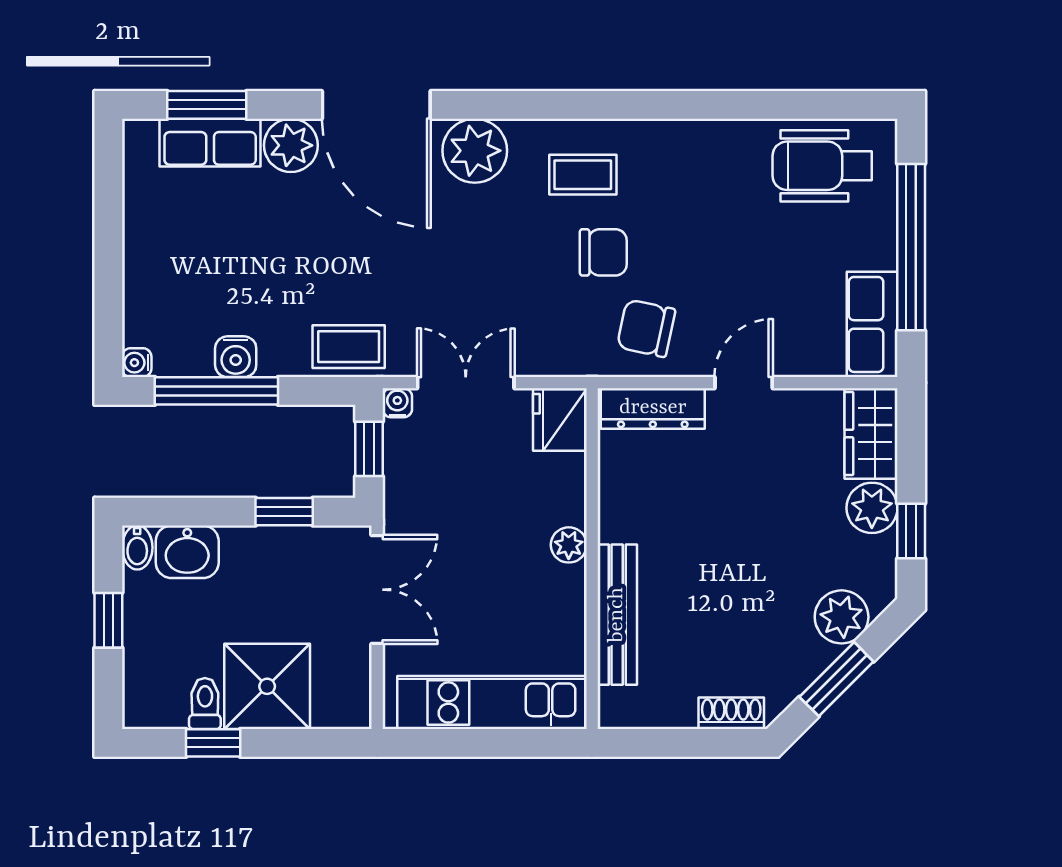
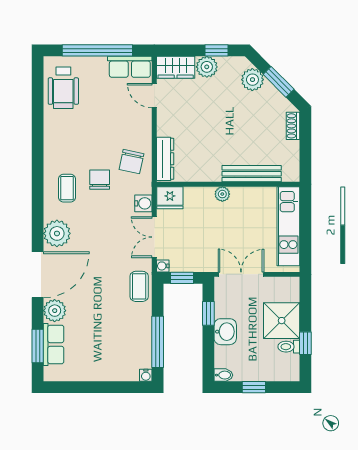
water cooler: (236, 357) -> (143, 203), moved
door: (744, 383) -> (154, 96), moved
washbasin: (187, 552) -> (225, 332), moved

